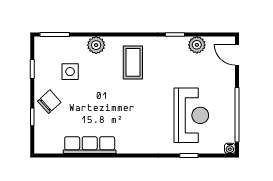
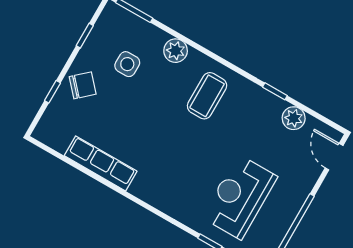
reception desk: (191, 115) -> (240, 197), turned 180

